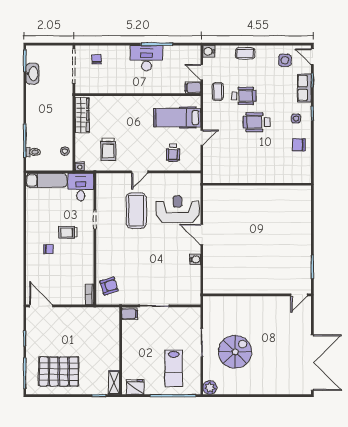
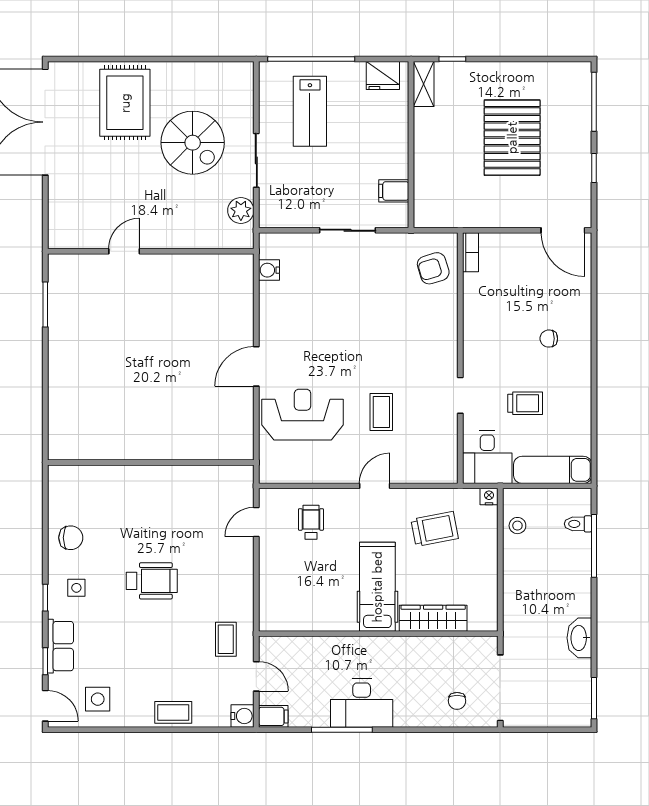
washbasin: (32, 74) -> (579, 638), moved
filing cabinet: (193, 88) -> (273, 716), moved
wheelchair: (244, 96) -> (176, 631), removed
wardrobe: (82, 115) -> (433, 618), moved, turned 90
hospital bed: (177, 118) -> (377, 587), moved, turned -90
door: (202, 138) -> (256, 522), moved
trolley: (108, 149) -> (435, 529), turned 79
reception desk: (177, 209) -> (303, 415), turned 180
coffee table: (136, 211) -> (381, 412), width x0.54, depth x0.58
trolley: (68, 232) -> (525, 403), moved
door: (202, 235) -> (256, 366), swing flipped
water cooler: (195, 259) -> (269, 270), moved
door: (299, 295) -> (124, 251), moved
filing cabinet: (130, 314) -> (394, 191), moved
spiral stairs: (235, 352) -> (193, 143), turned -90
lab bench: (174, 368) -> (310, 111), turned 180
pallet: (59, 371) -> (512, 138), moved, turned 90
rug: (271, 373) -> (125, 103), added
plant: (210, 388) -> (241, 210), moved

